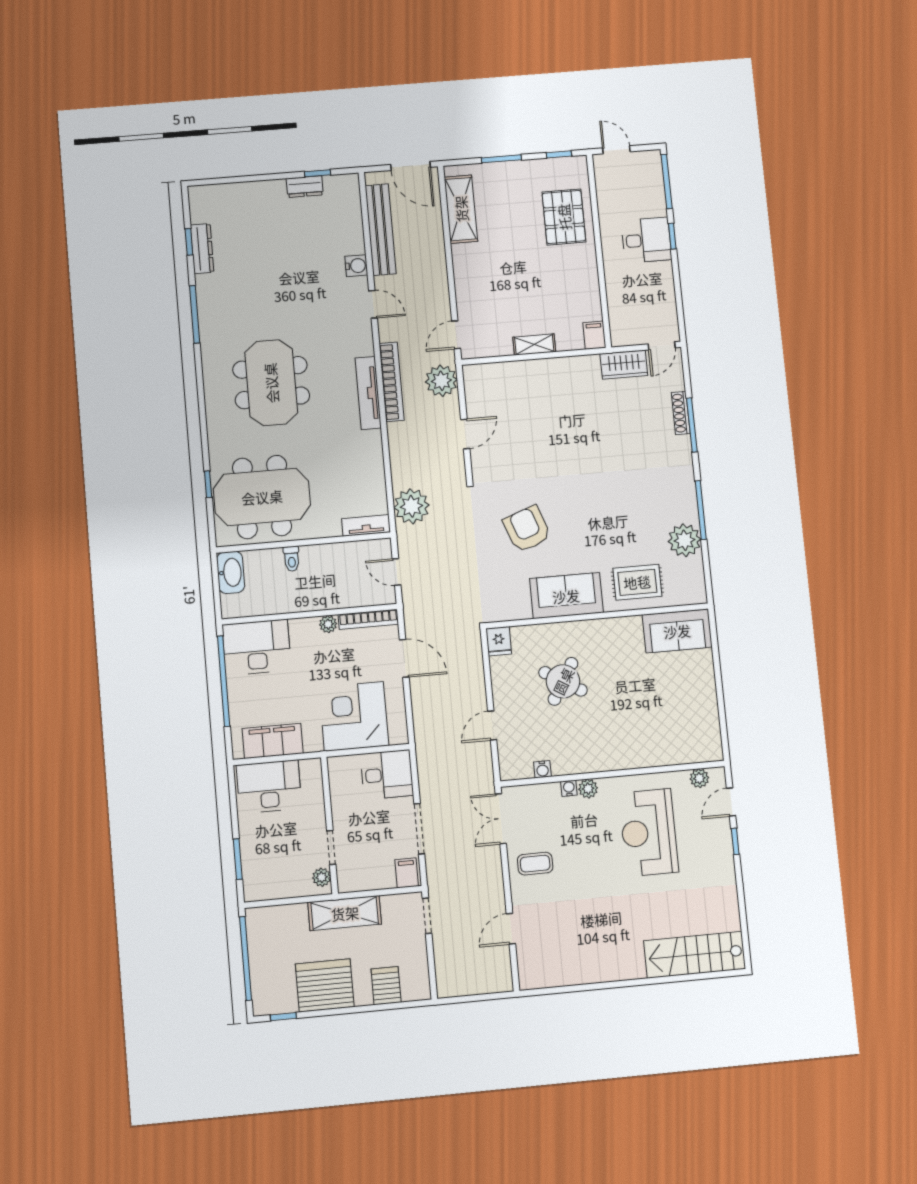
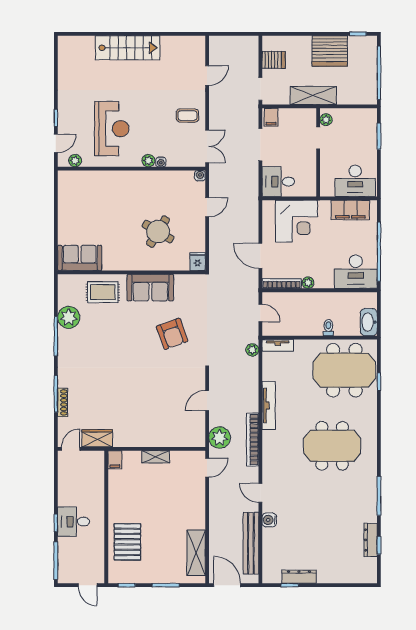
dresser: (305, 187) -> (299, 577), width x1.44
meeting table: (271, 383) -> (332, 446), turned 90
tv unit: (368, 393) -> (269, 406), moved
plant: (412, 506) -> (252, 350), width x0.53, depth x0.53
water cooler: (542, 769) -> (200, 176), moved
stairs: (695, 955) -> (128, 48), moved
server rack: (386, 986) -> (274, 60), moved, turned -90

